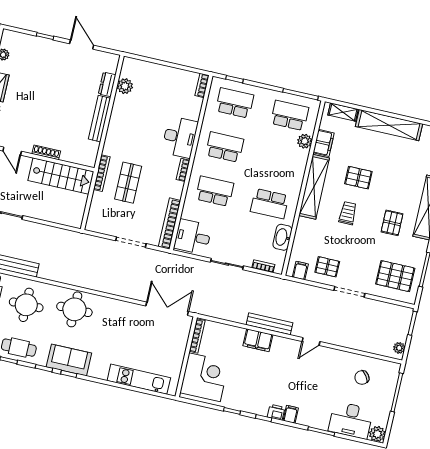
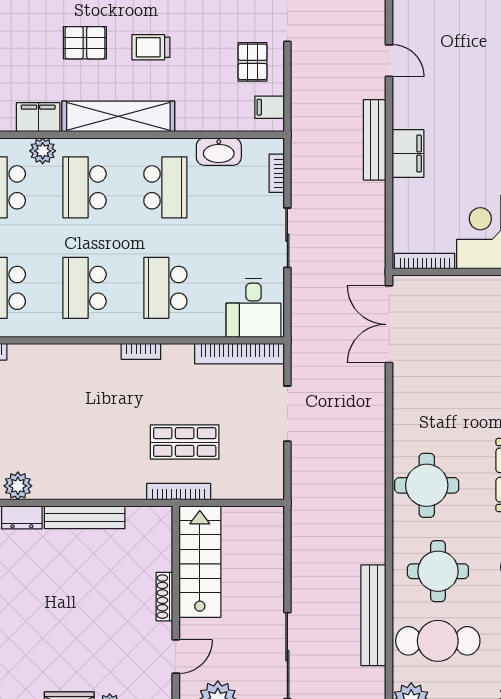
desk: (180, 137) -> (85, 370), removed
school desk: (280, 160) -> (85, 187), added
pallet: (358, 178) -> (85, 43), turned 90

